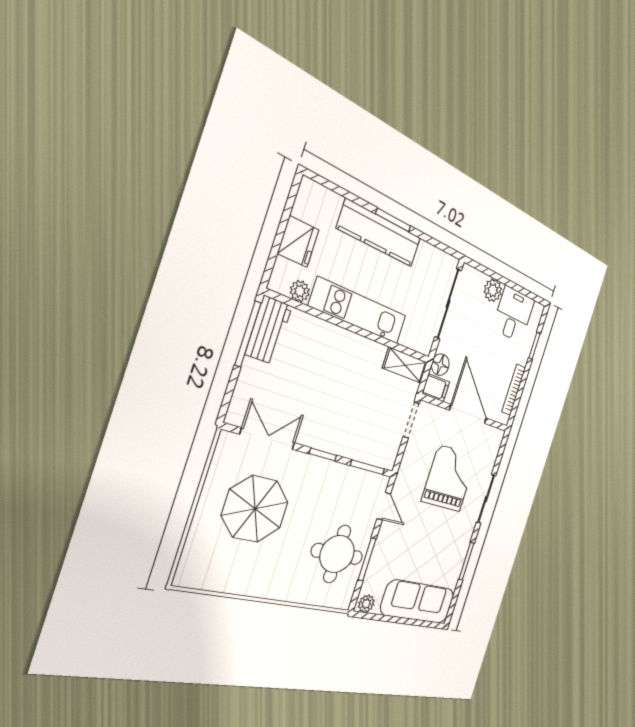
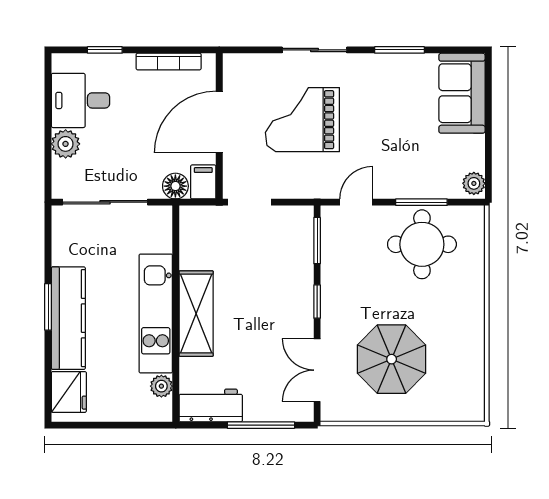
fridge: (298, 242) -> (69, 392), moved, turned 90
window: (248, 334) -> (261, 425), moved
shelving: (405, 365) -> (196, 314), moved, width x1.50, depth x1.33
sofa: (418, 602) -> (462, 93), width x0.73

